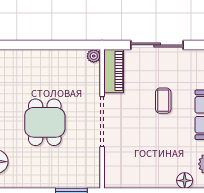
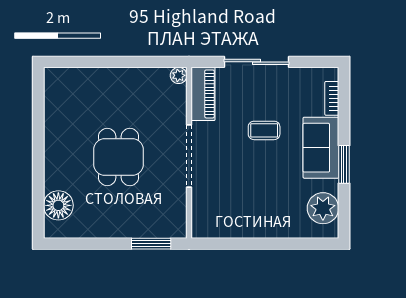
coffee table: (163, 101) -> (264, 130), turned 90
floor lamp: (185, 181) -> (290, 229), removed

